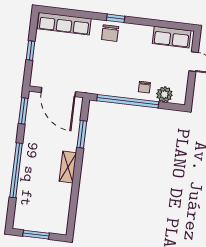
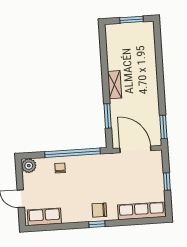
chair: (110, 33) -> (99, 210), turned -90
plant: (164, 94) -> (29, 166), moved
window: (16, 170) -> (160, 73), removed

